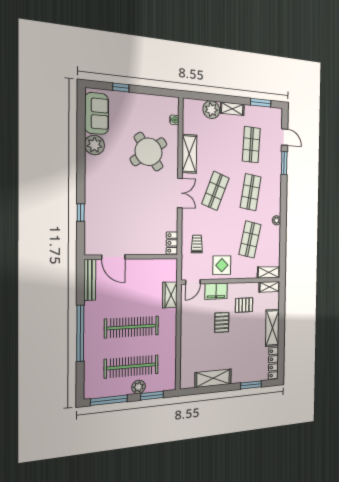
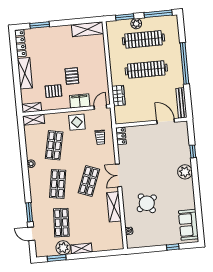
plant: (211, 110) -> (63, 248), moved
plant: (94, 145) -> (185, 172), moved
round table: (149, 152) -> (147, 203), width x0.73, depth x0.73
shelving: (213, 378) -> (88, 29), moved

